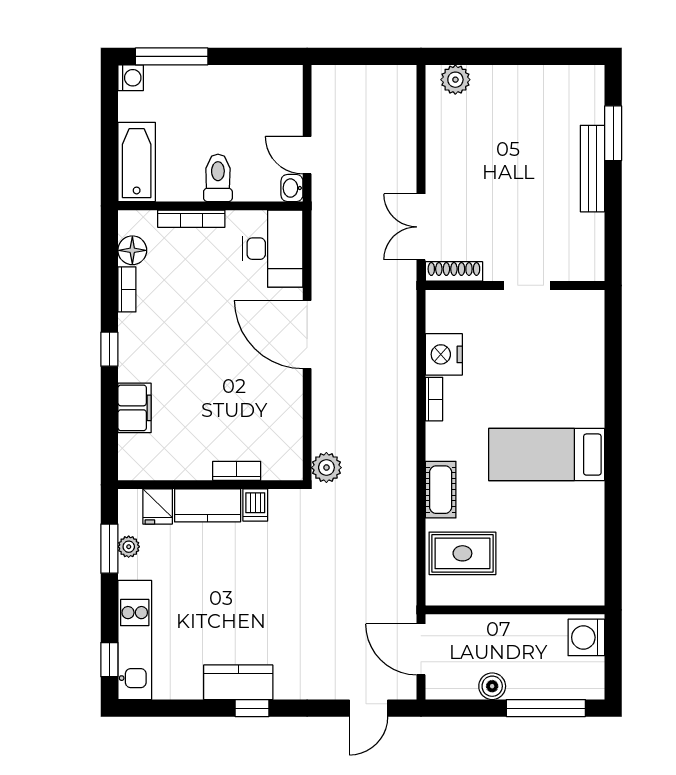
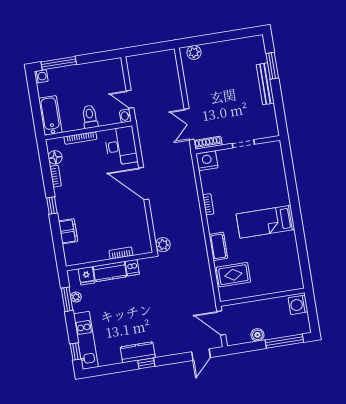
nightstand: (444, 354) -> (207, 161), moved, turned 90

